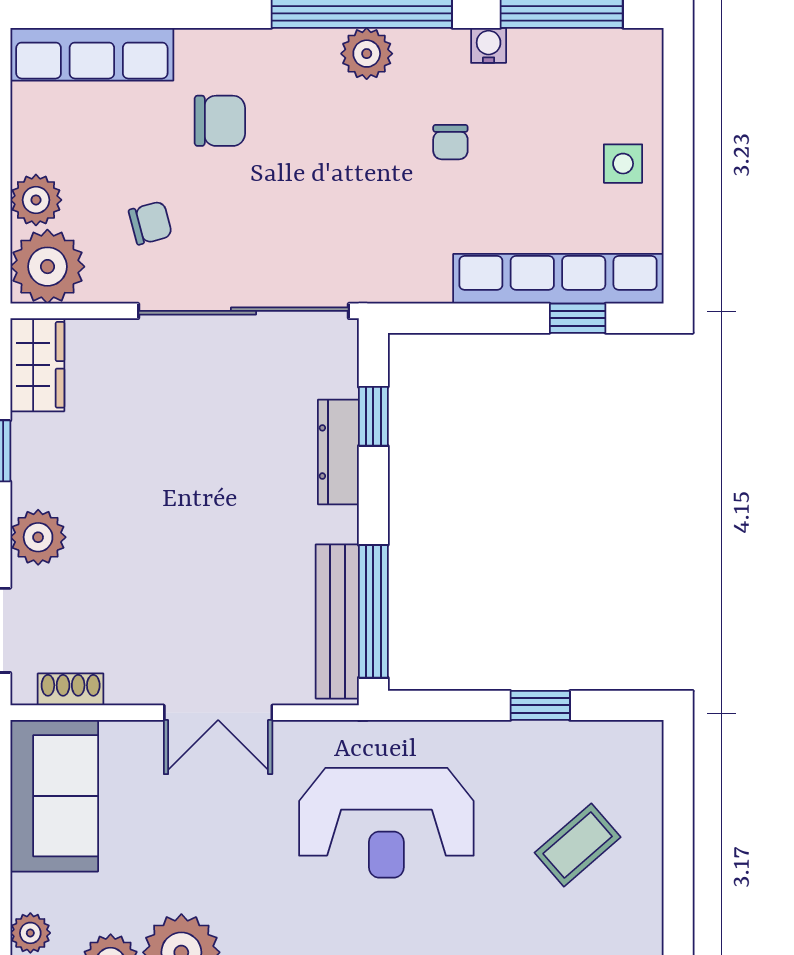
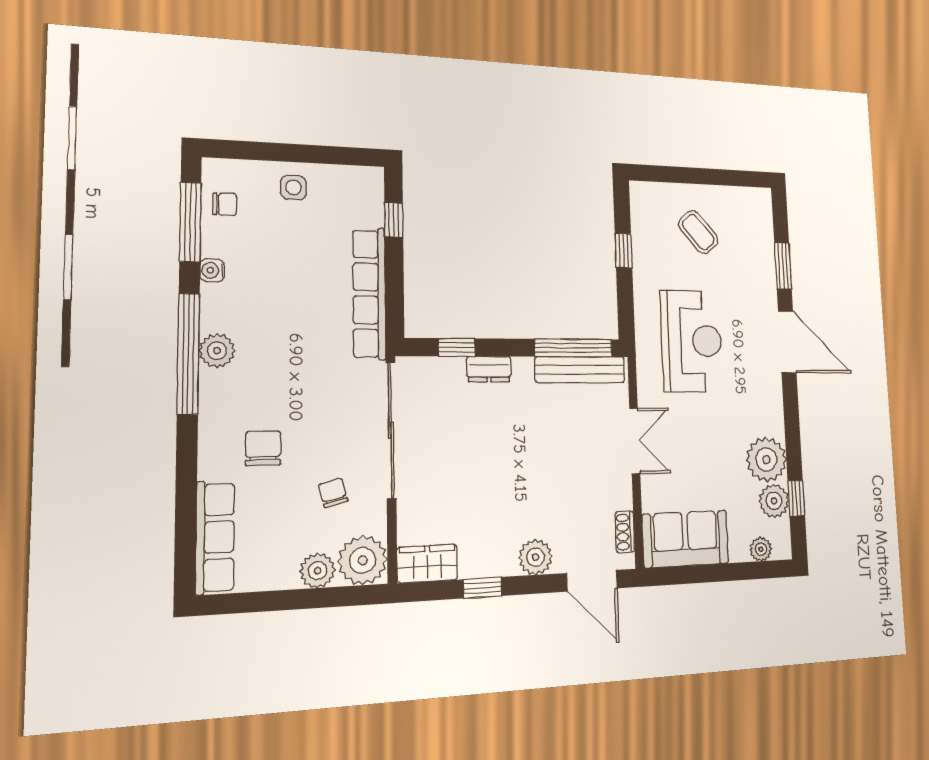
chair: (450, 142) -> (225, 204), moved
row of seats: (558, 279) -> (369, 293), moved
dresser: (338, 452) -> (489, 369), width x0.70

